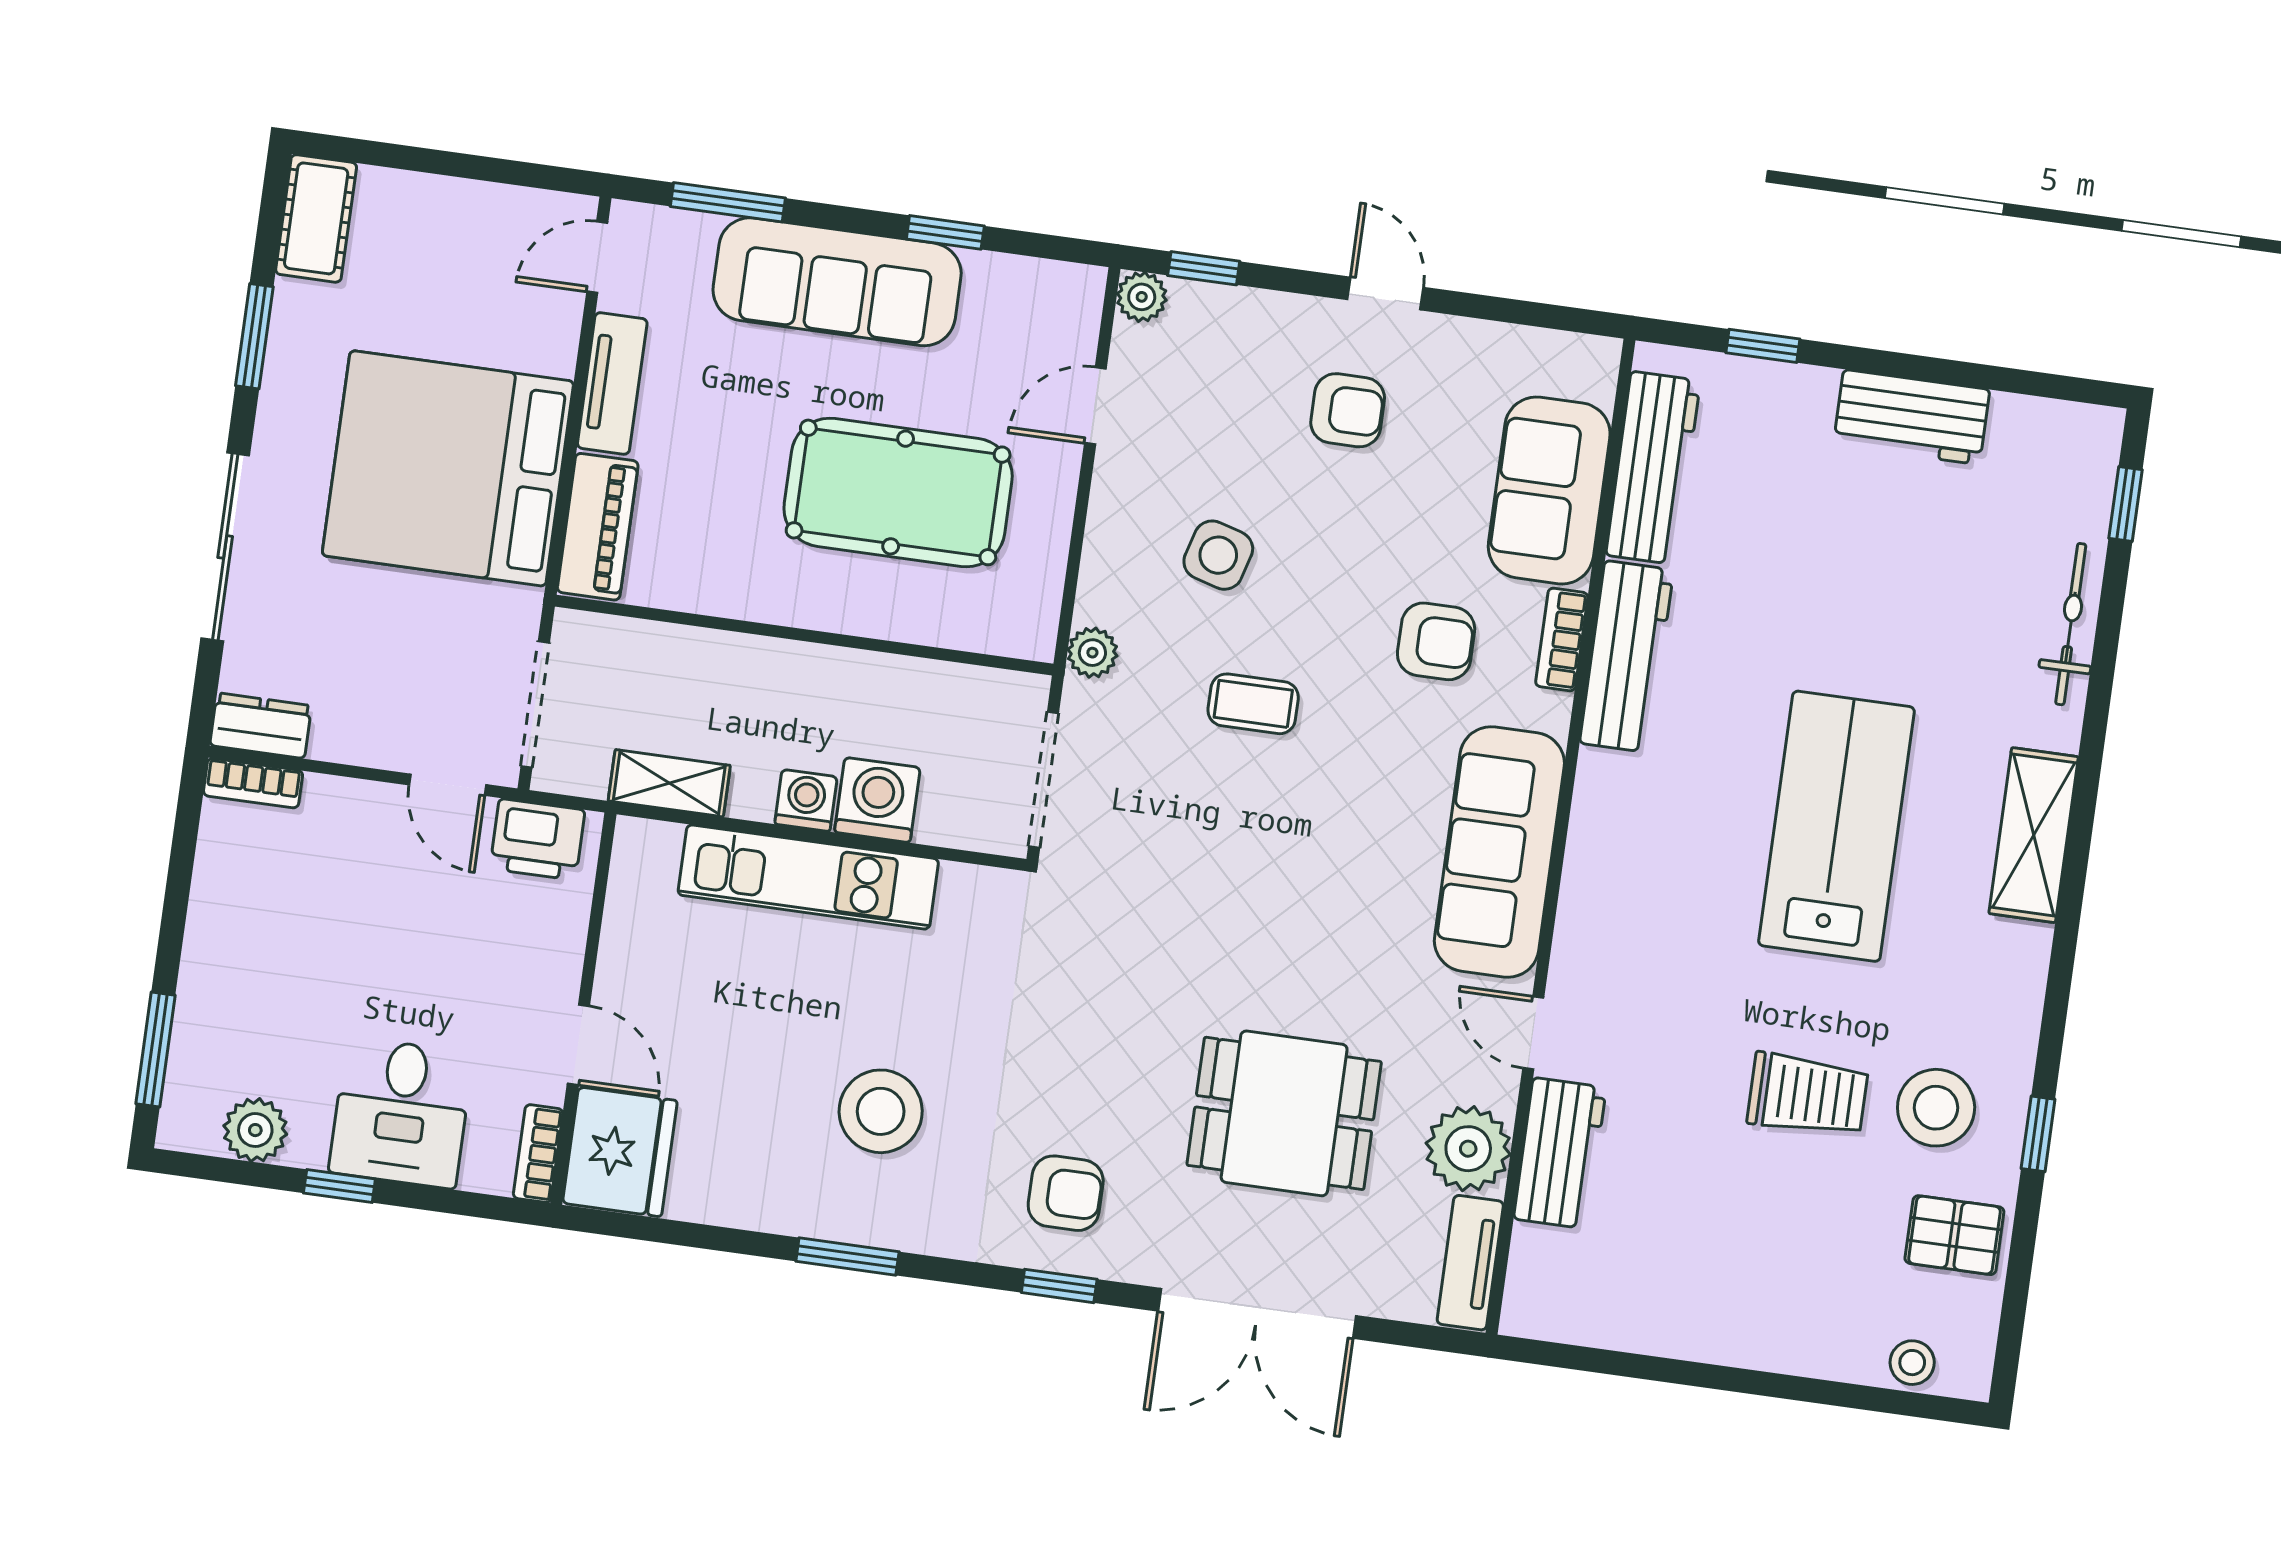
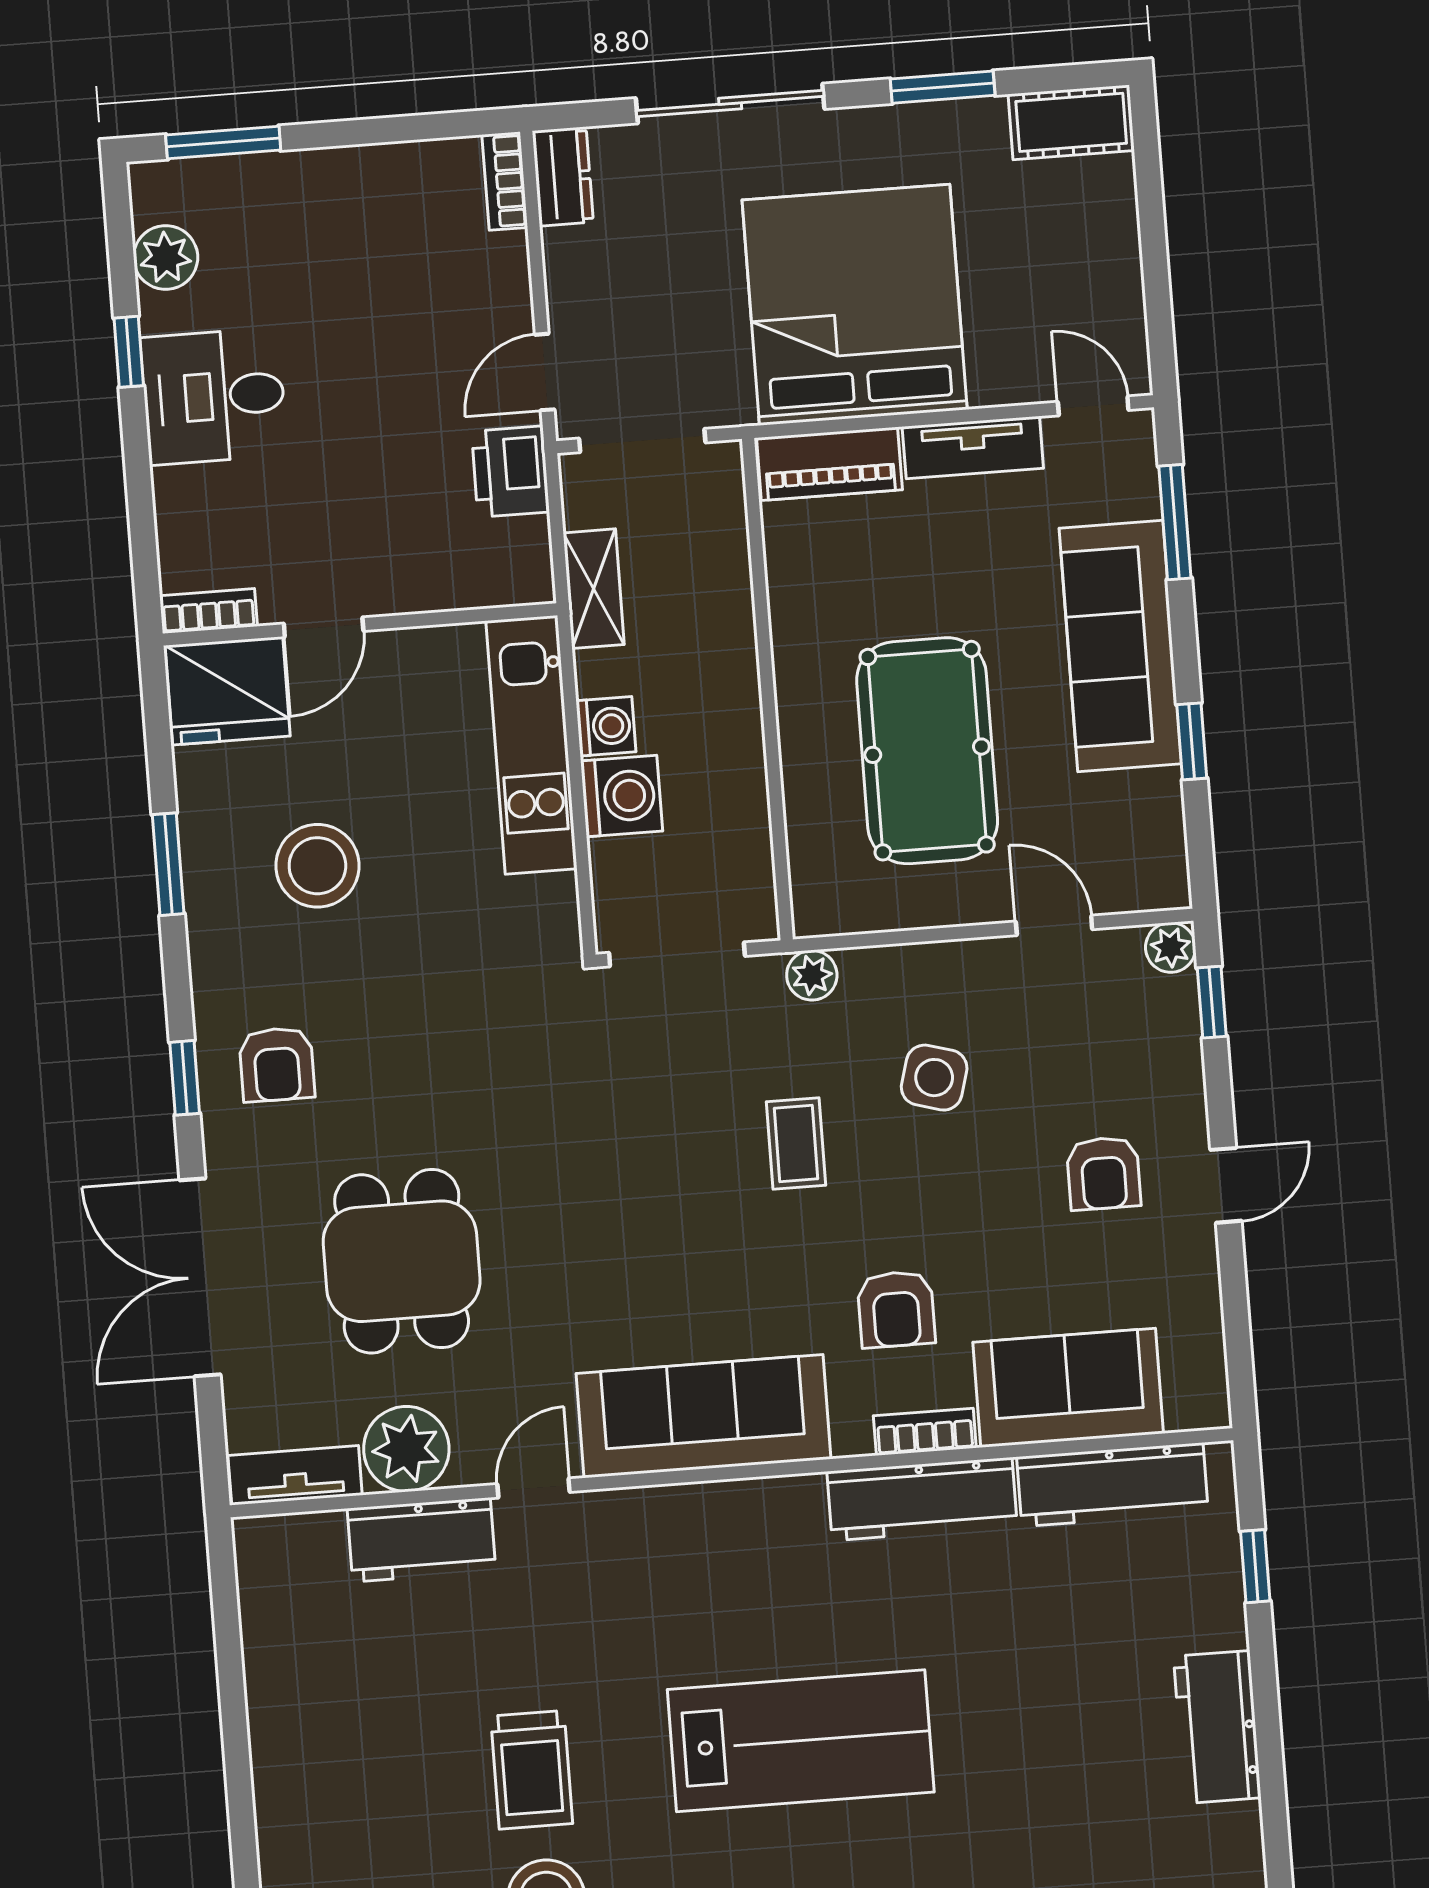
wall: (583, 1009) -> (360, 624), moved
door: (578, 1045) -> (324, 627), moved
fridge: (620, 1152) -> (228, 691), moved
bookcase: (538, 1154) -> (208, 611), moved

